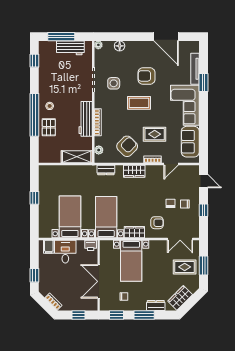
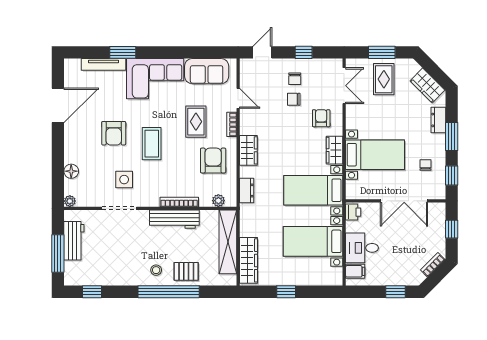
armchair: (127, 146) -> (213, 160), turned 45
shelving: (77, 157) -> (228, 242), width x1.47
wardrobe: (56, 171) -> (249, 260), added

